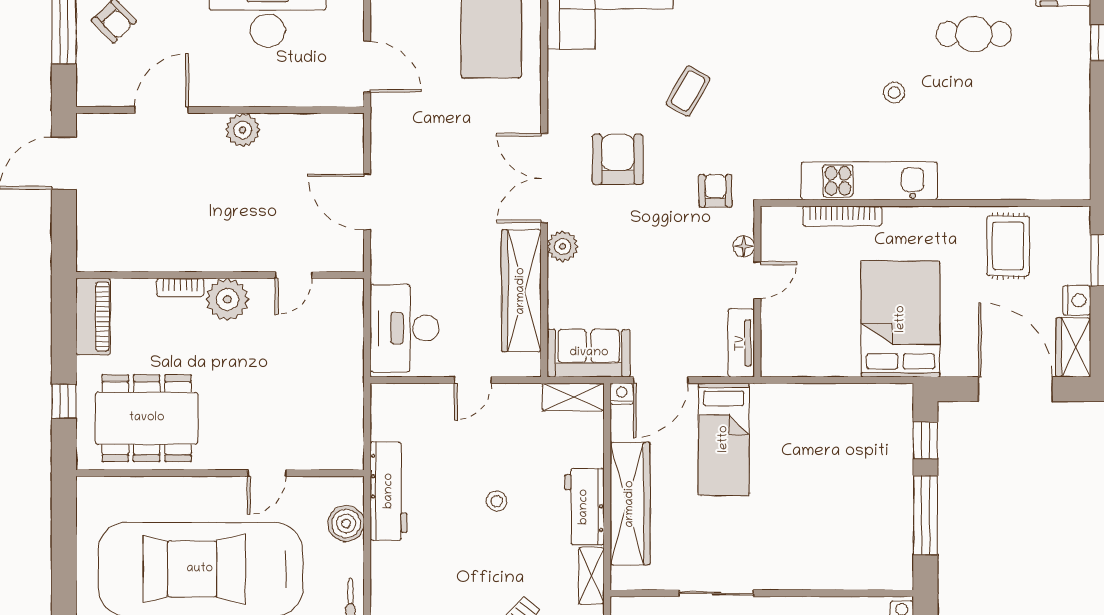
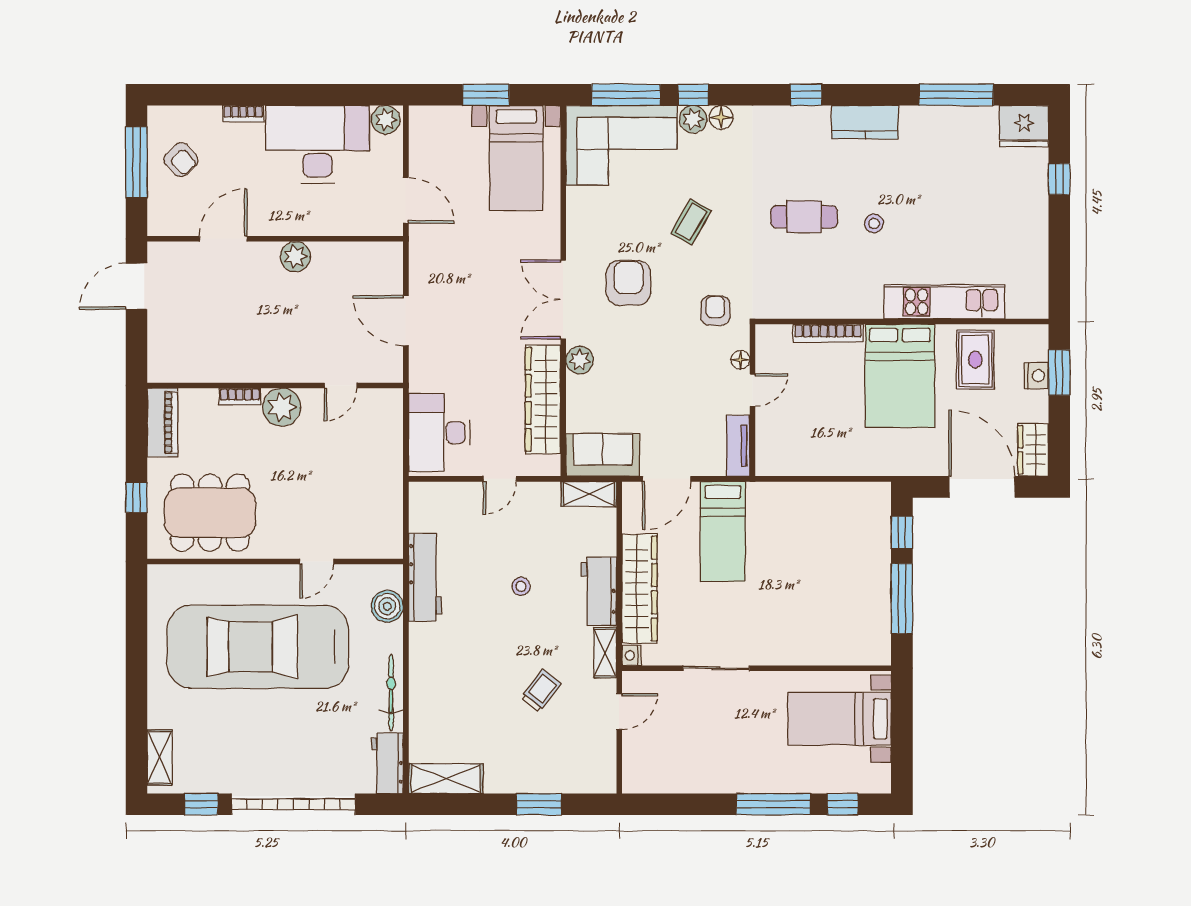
cafe table: (974, 34) -> (804, 217), moved
kitchen unit: (869, 181) -> (944, 302), moved
nightstand: (1077, 300) -> (1036, 376), moved
bed: (901, 319) -> (900, 376), moved, turned 180
nightstand: (622, 394) -> (631, 655), moved, turned -90

